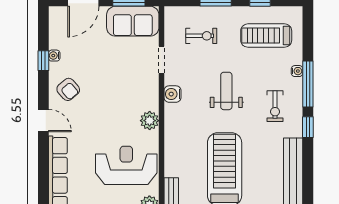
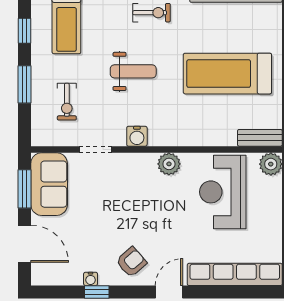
exercise bike: (201, 36) -> (67, 102), turned 180
weight bench: (226, 91) -> (133, 71), turned 180

